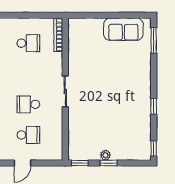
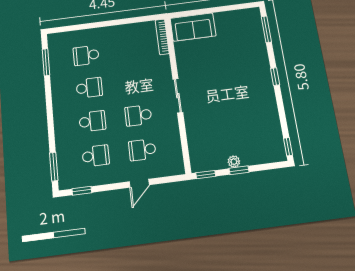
sofa: (123, 29) -> (193, 27), moved
school desk: (28, 43) -> (131, 50), removed
window: (154, 106) -> (275, 77), moved
school desk: (28, 135) -> (142, 150), turned 180

